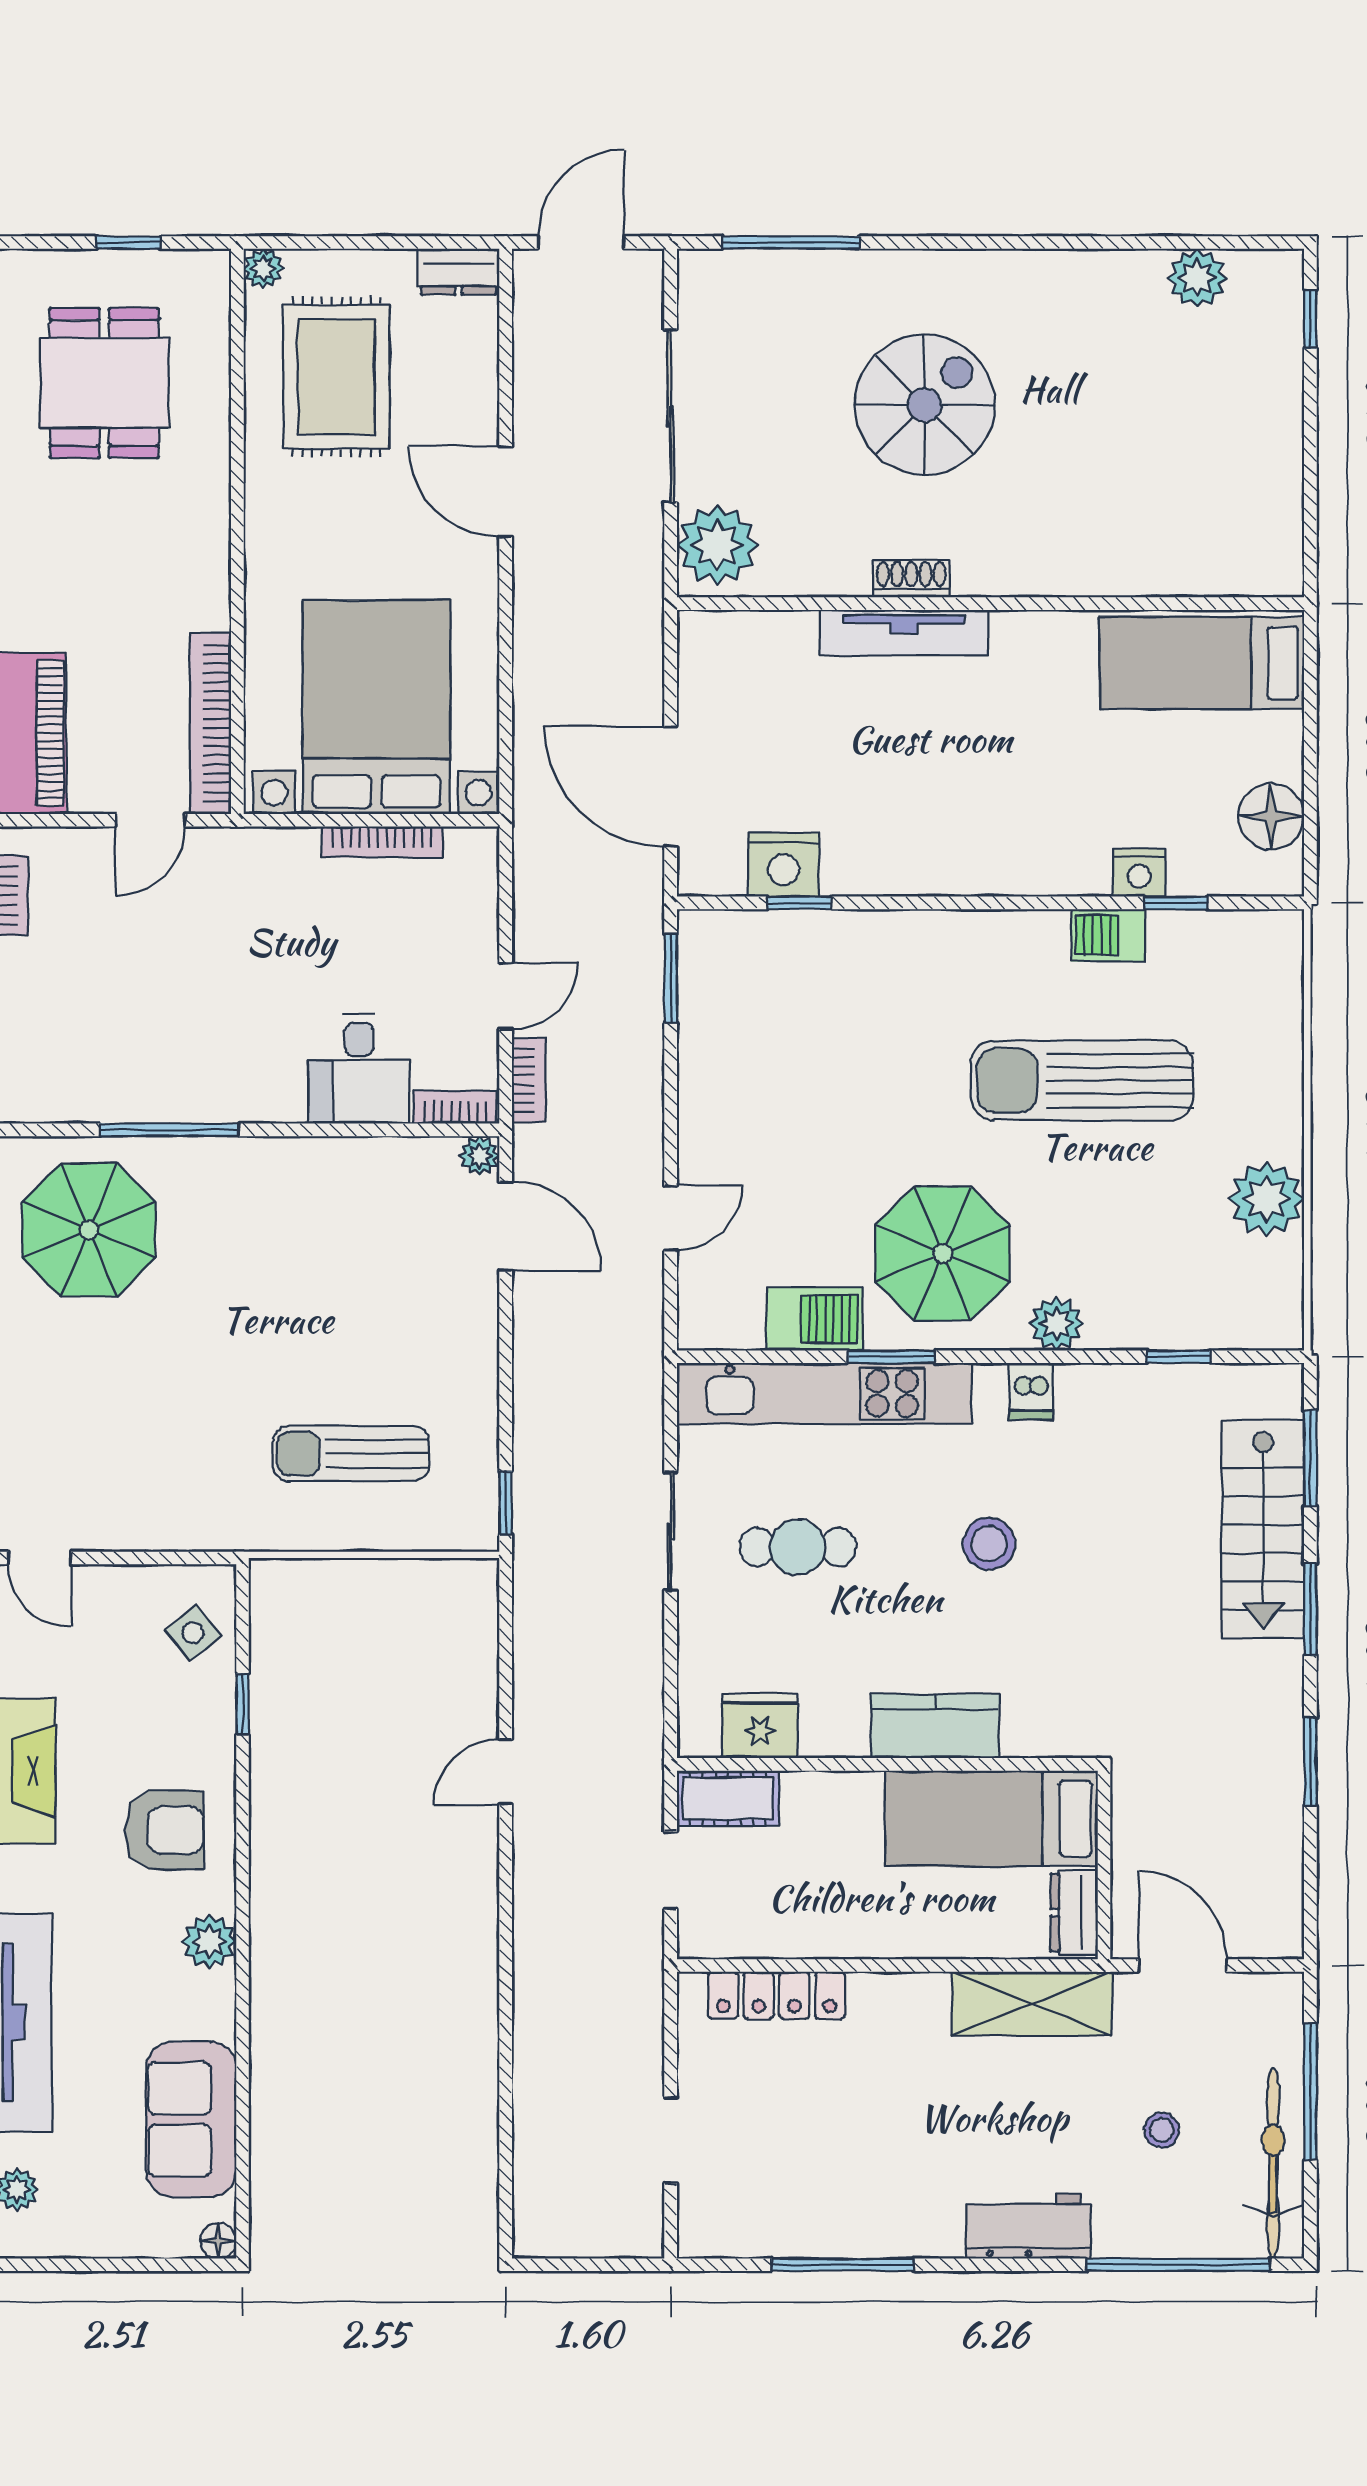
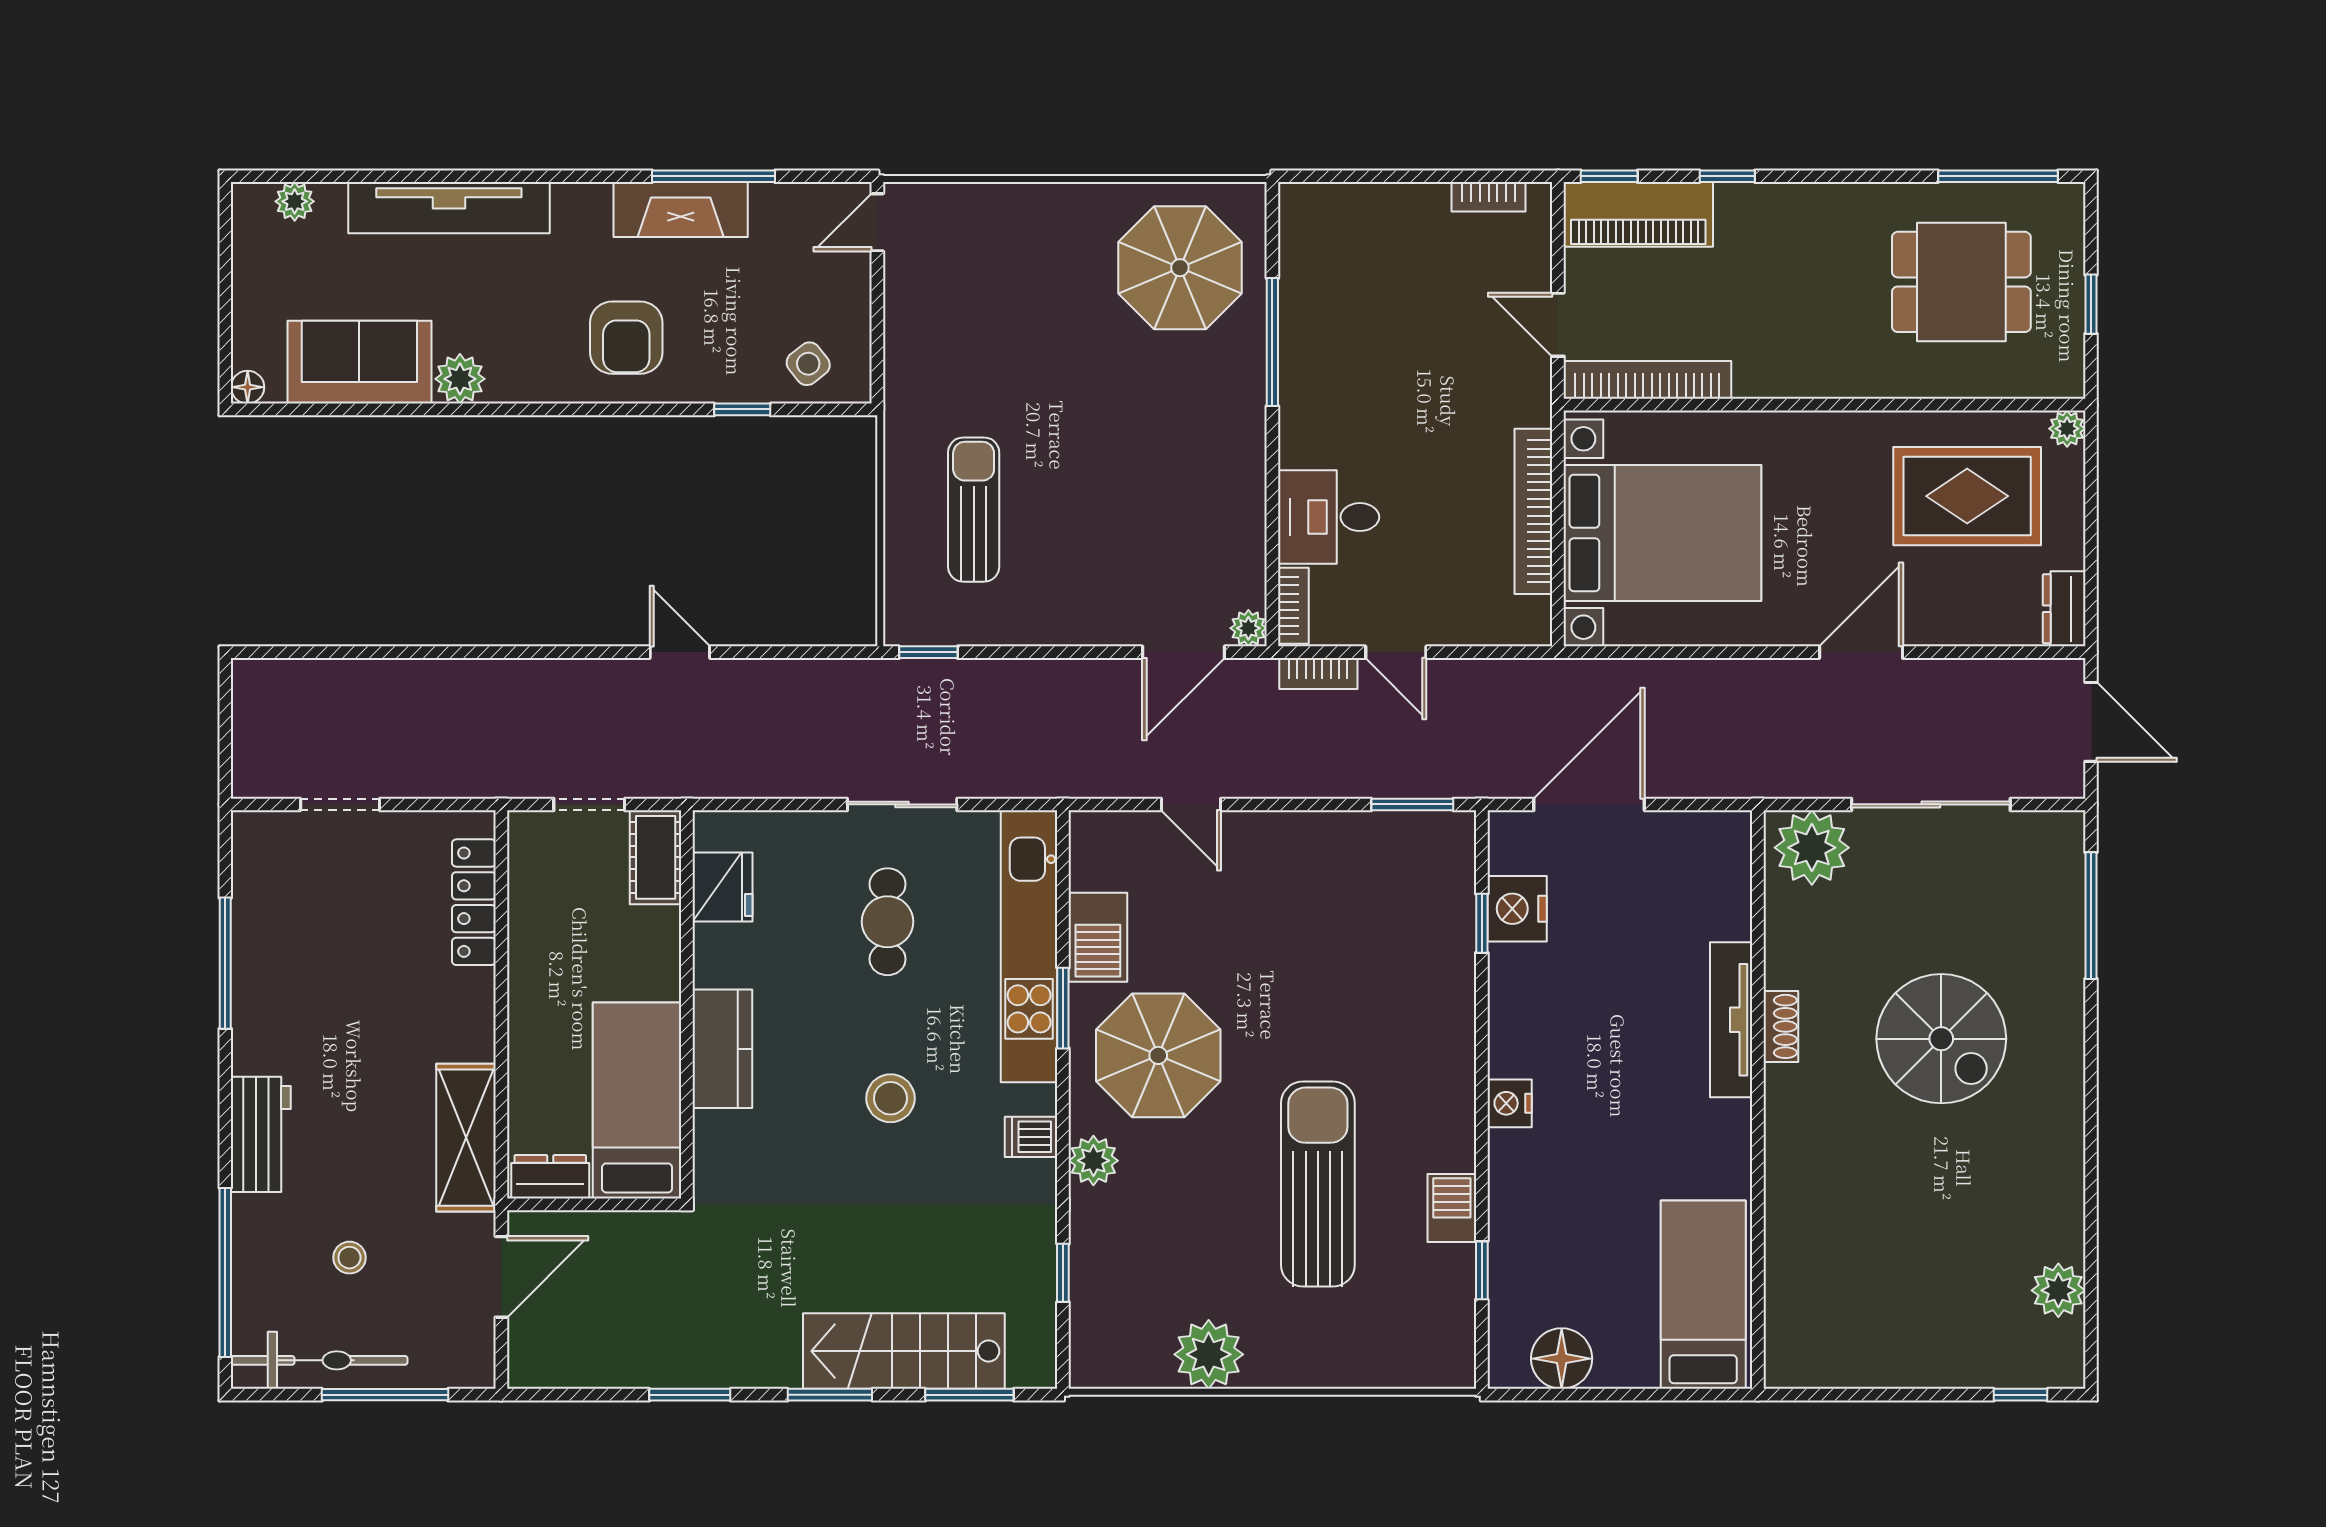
bookcase: (382, 842) -> (1533, 511), width x1.48, depth x1.31
nightstand: (1139, 873) -> (1510, 1103), moved
plant: (209, 1941) -> (460, 379), moved

